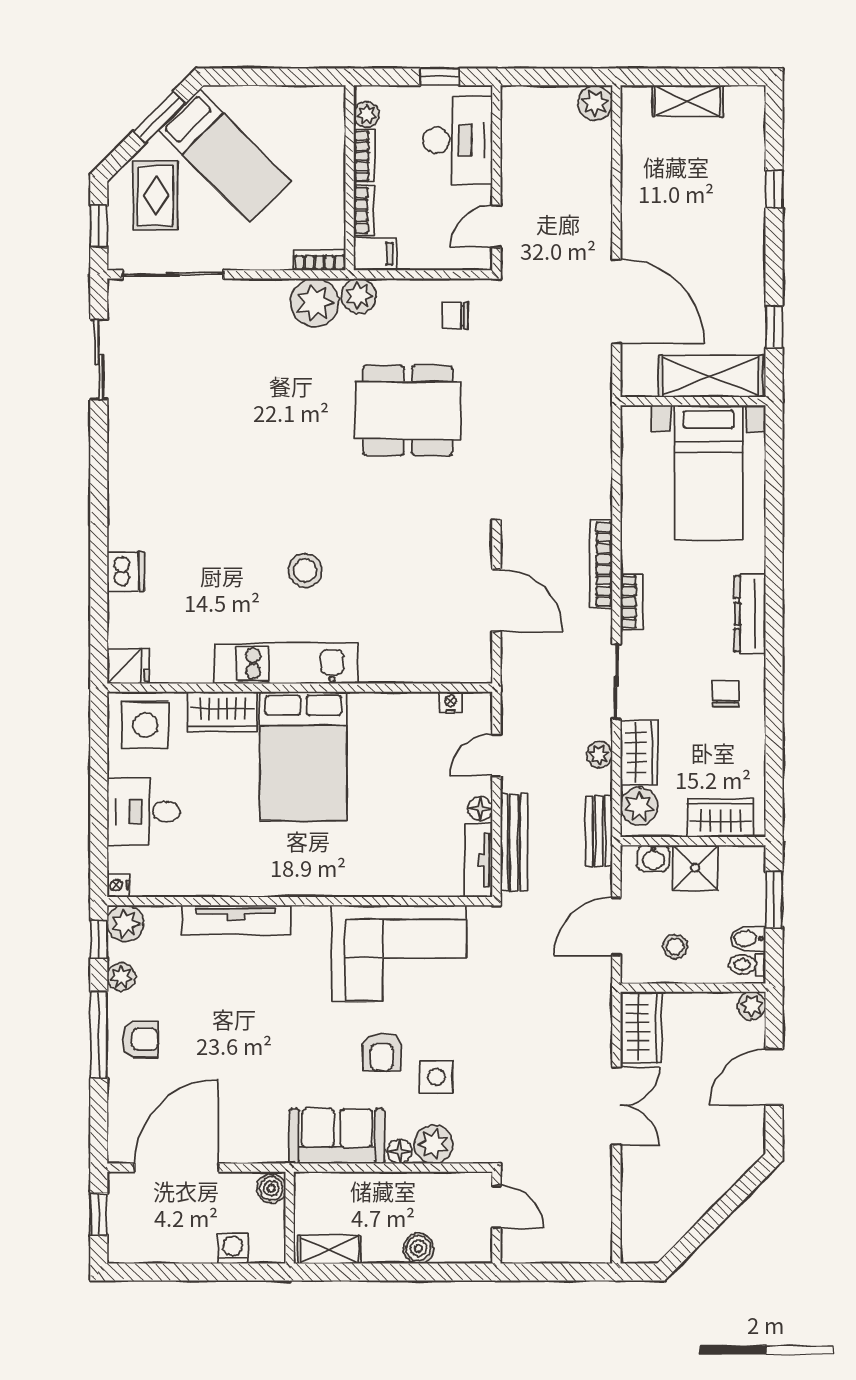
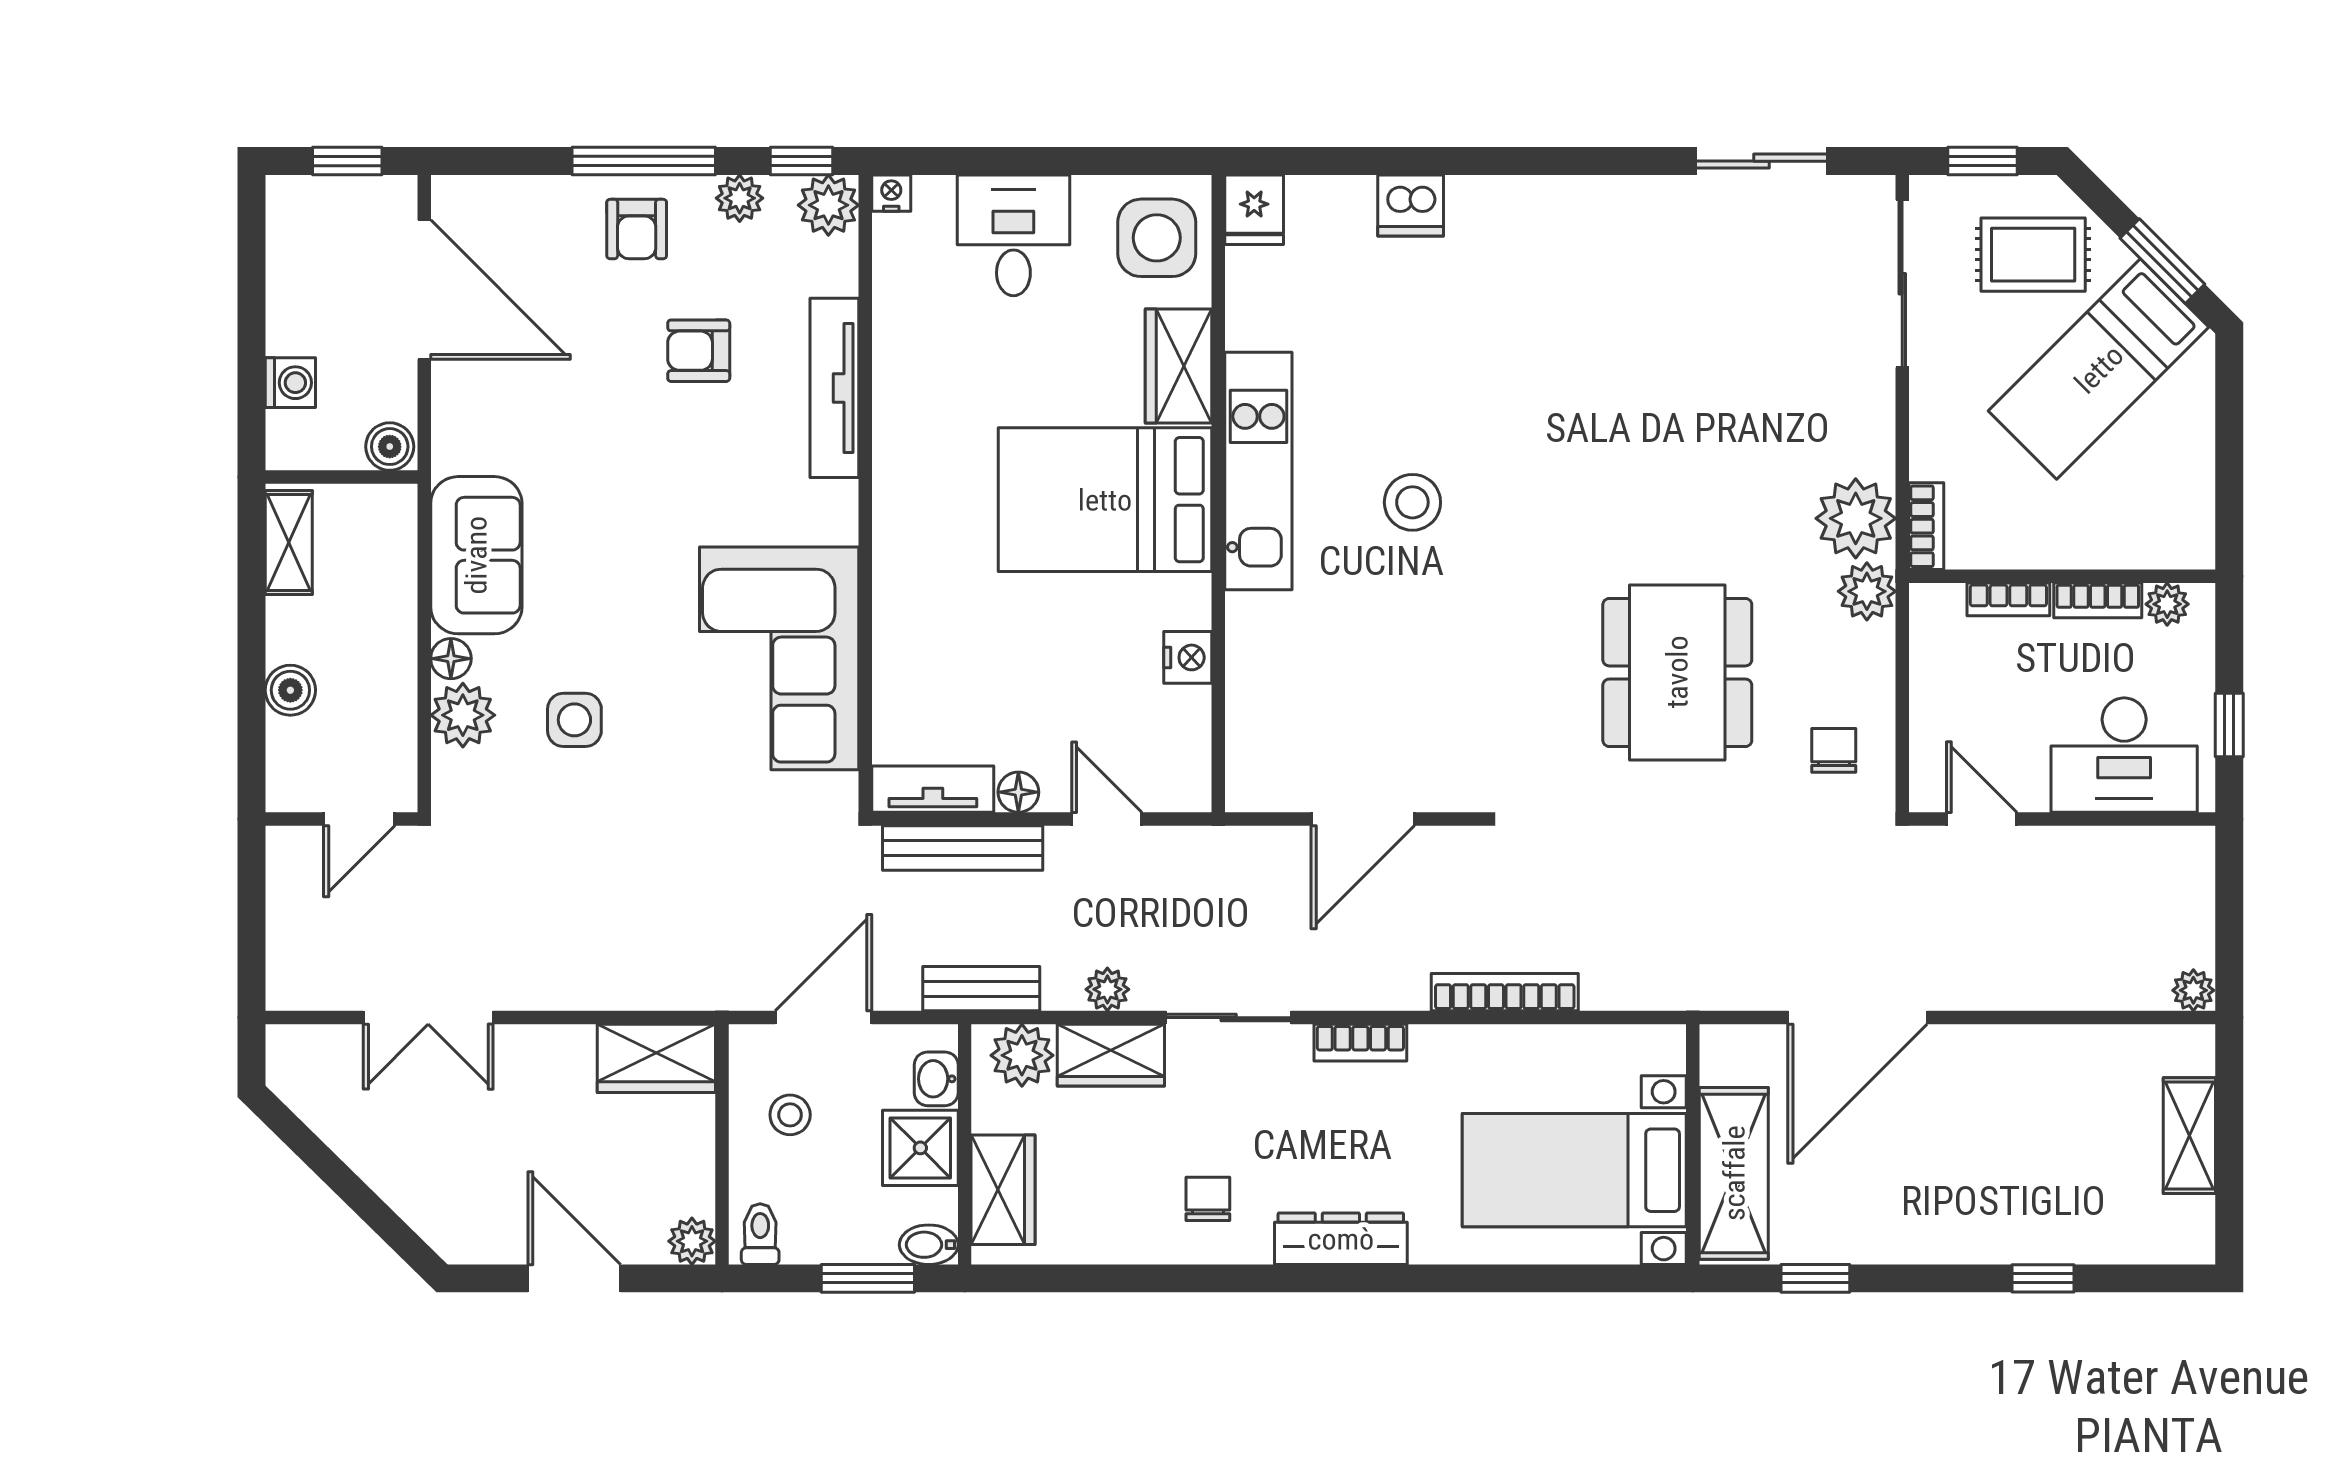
plant: (595, 103) -> (2193, 990), width x0.73, depth x0.73
filing cabinet: (375, 254) -> (1937, 618), removed
bookcase: (601, 564) -> (1505, 992), moved
chair: (726, 694) -> (1208, 1199), turned -90
nightstand: (451, 702) -> (1188, 657), moved, width x1.39, depth x1.35
door: (616, 926) -> (823, 1018), hinge flipped
bidet: (748, 939) -> (929, 1245), moved, turned -90
armchair: (382, 1052) -> (699, 351), moved
double door: (616, 1106) -> (428, 1018), moved

